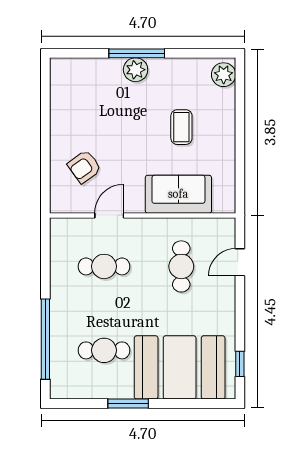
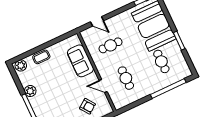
plant: (136, 70) -> (30, 91), moved
coffee table: (181, 127) -> (41, 57), moved

